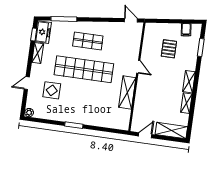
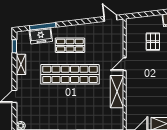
freezer: (43, 32) -> (41, 36), moved, turned 83
door: (138, 67) -> (125, 64), swing flipped
display table: (52, 90) -> (41, 100), removed

